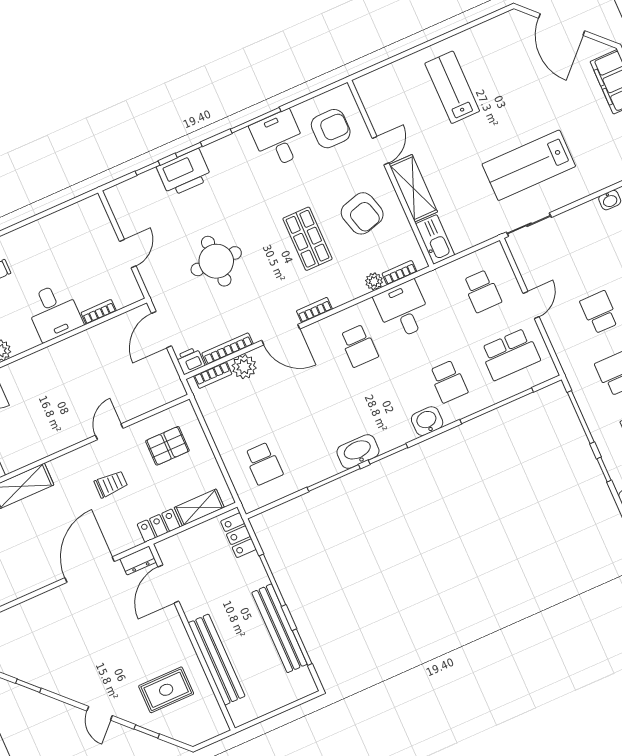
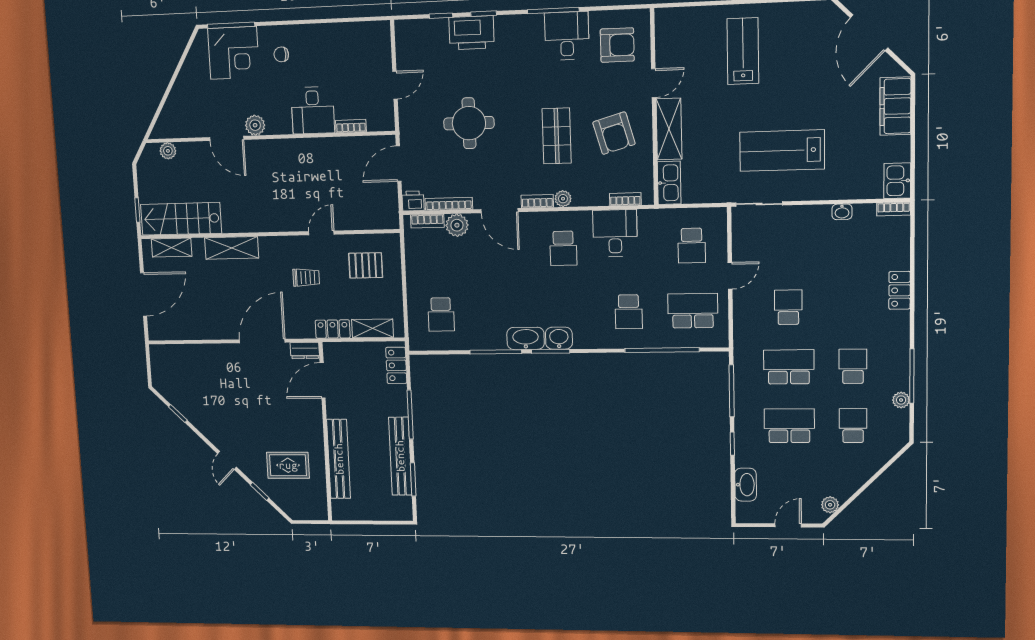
plant: (374, 281) -> (563, 199), moved
school desk: (510, 354) -> (693, 311), turned 180
washbasin: (427, 421) -> (559, 338), moved

